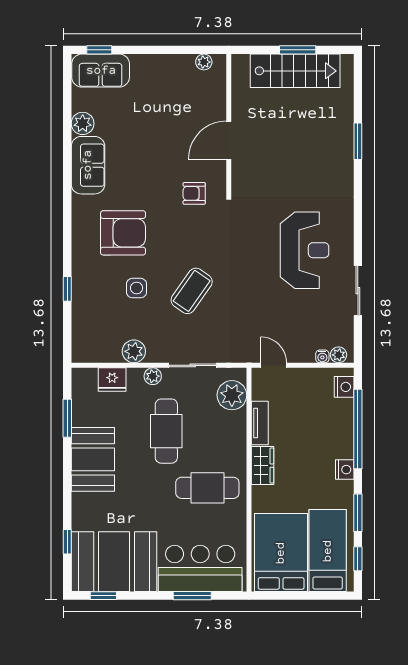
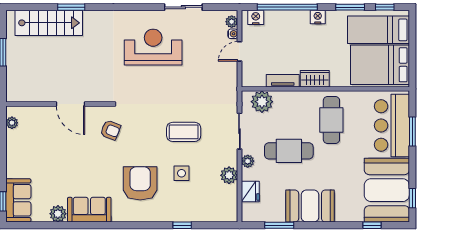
stairs: (295, 71) -> (49, 23), moved, turned 90
armchair: (194, 193) -> (110, 130), turned -69
coffee table: (192, 291) -> (184, 132), turned -35
door: (274, 365) -> (239, 51), moved

